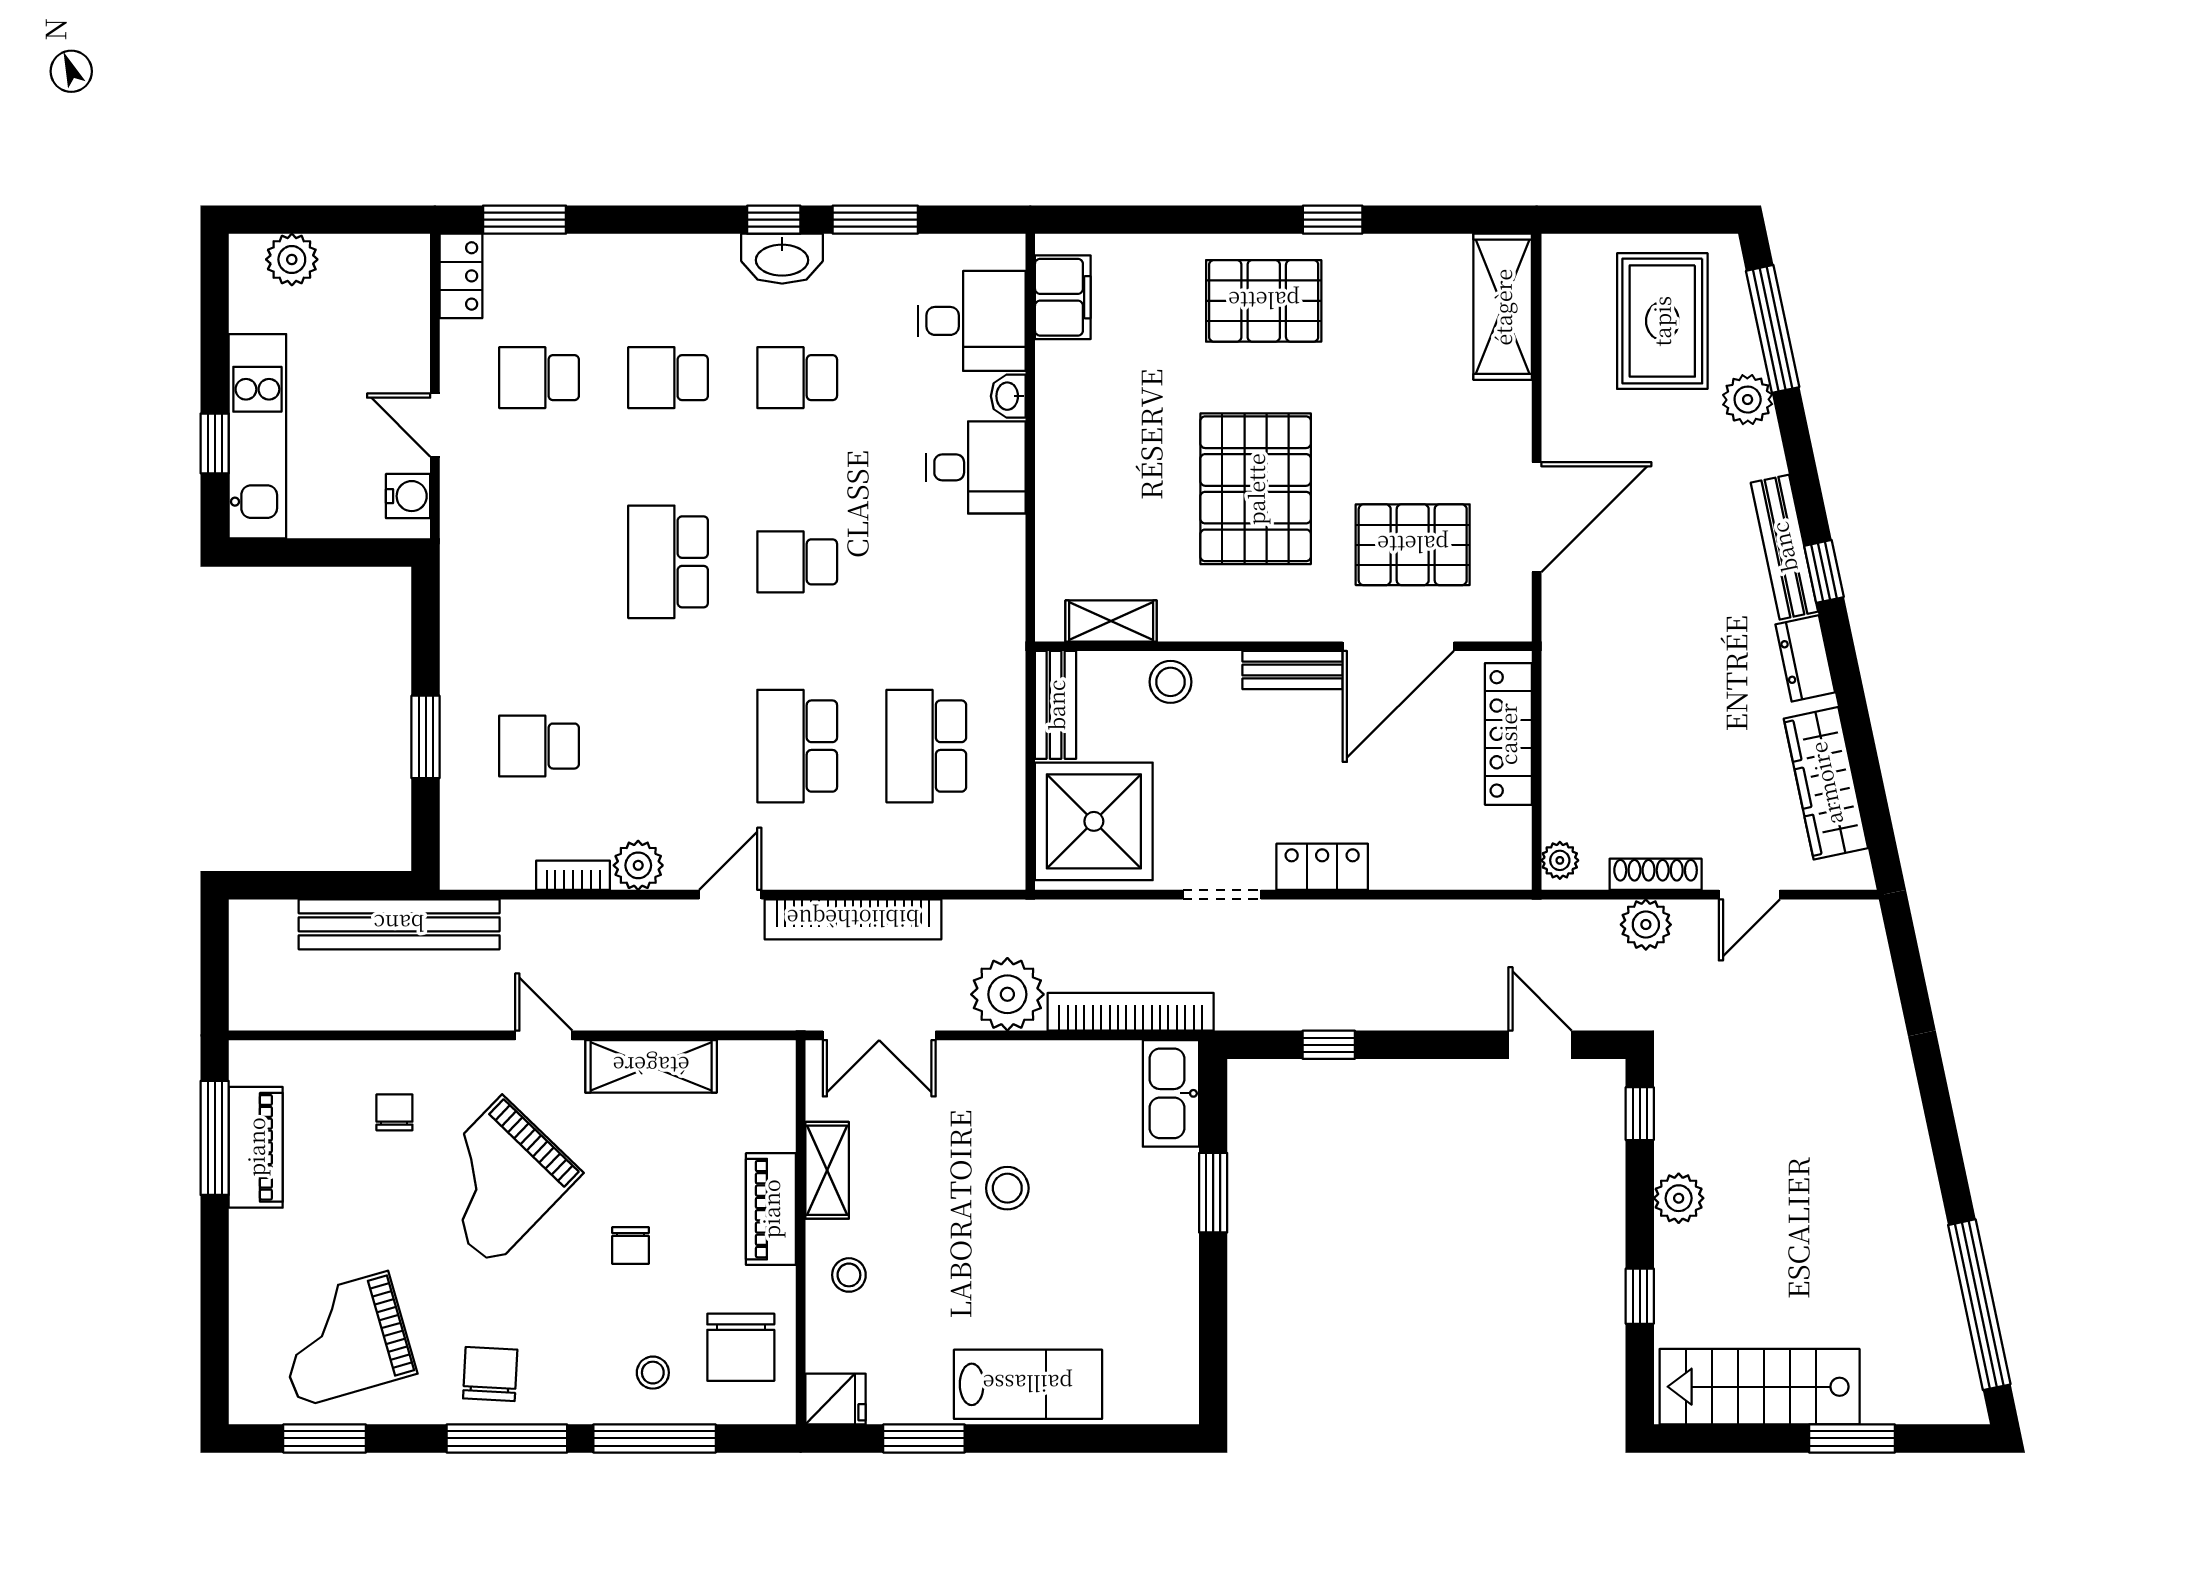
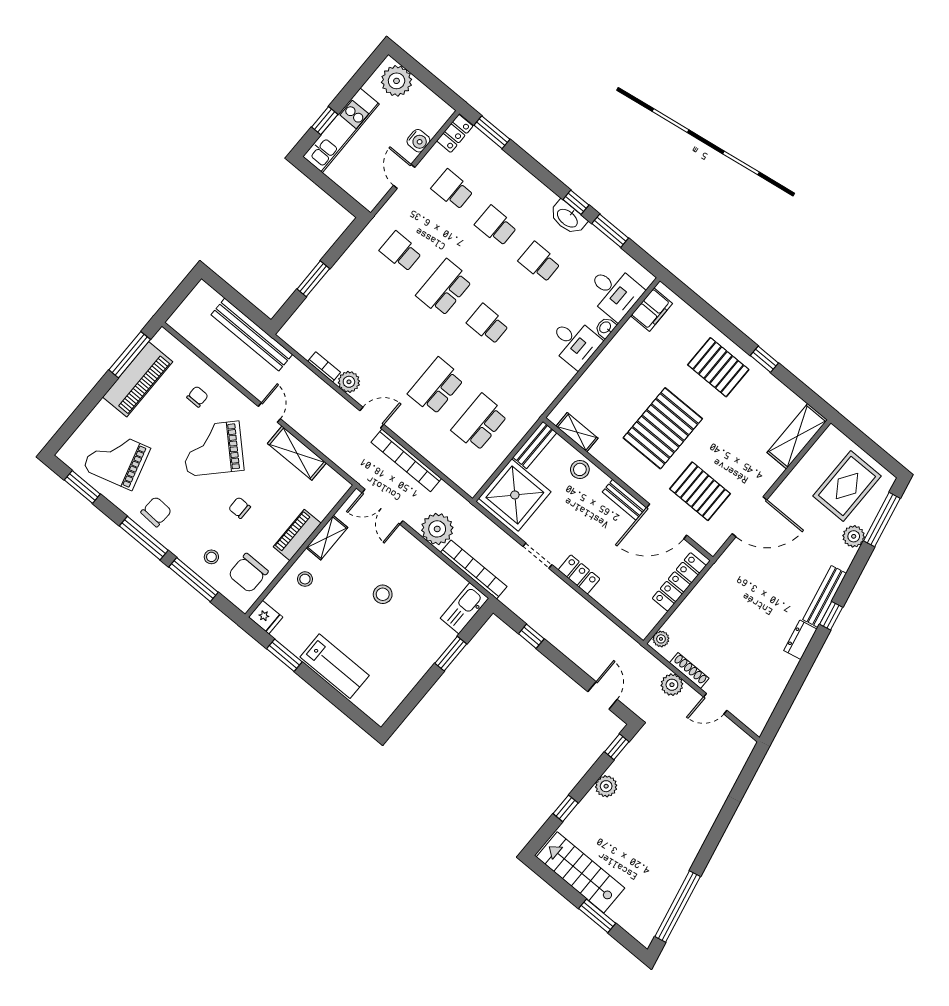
plant: (292, 259) -> (397, 81), width x1.36, depth x1.36
water cooler: (408, 496) -> (418, 141), moved
school desk: (539, 746) -> (401, 252), moved
wardrobe: (1826, 783) -> (772, 688), removed
piano: (256, 1147) -> (138, 379), width x1.37, depth x1.33
chair: (630, 1246) -> (240, 508), turned 90

